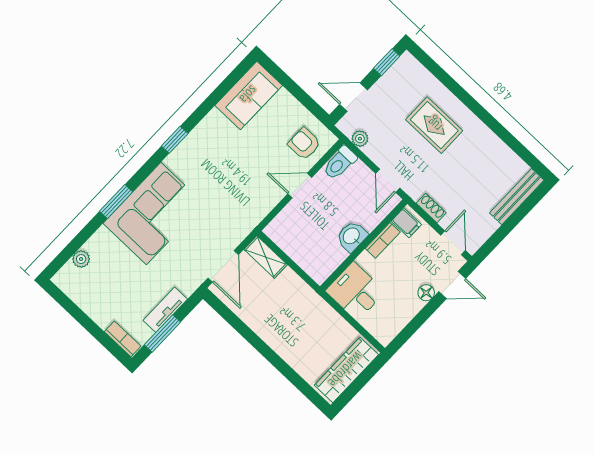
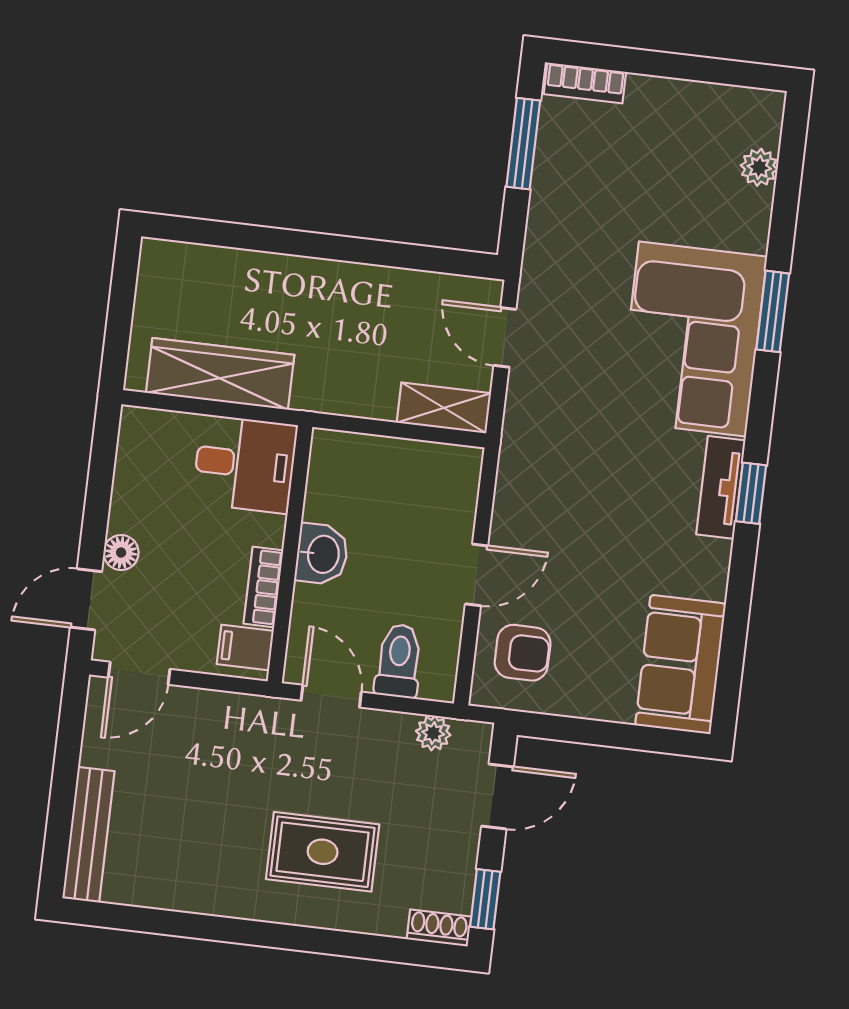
toilet: (340, 163) -> (399, 661), moved
shoe rack: (431, 208) -> (439, 928), moved, turned 180
door: (453, 243) -> (139, 673), hinge flipped
door: (223, 266) -> (505, 337), width x0.73
tv unit: (165, 310) -> (721, 487), moved, turned 180
wardrobe: (346, 370) -> (220, 374), moved, turned -90

